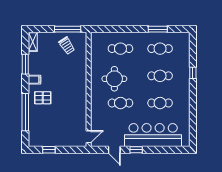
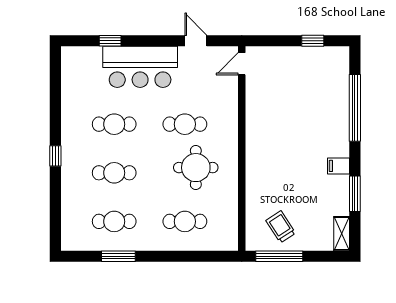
window: (193, 73) -> (55, 156), moved
pallet: (43, 98) -> (324, 134), removed
bar counter: (153, 135) -> (140, 67), width x0.73
window: (136, 150) -> (110, 41), moved

